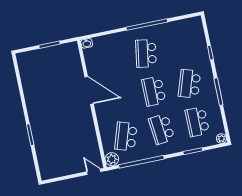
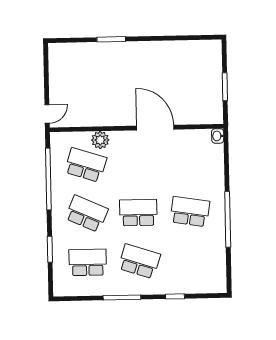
door: (89, 90) -> (155, 128), swing flipped
school desk: (162, 129) -> (87, 214), turned 30
plant: (221, 139) -> (60, 290), removed
plant: (112, 159) -> (100, 140), moved

